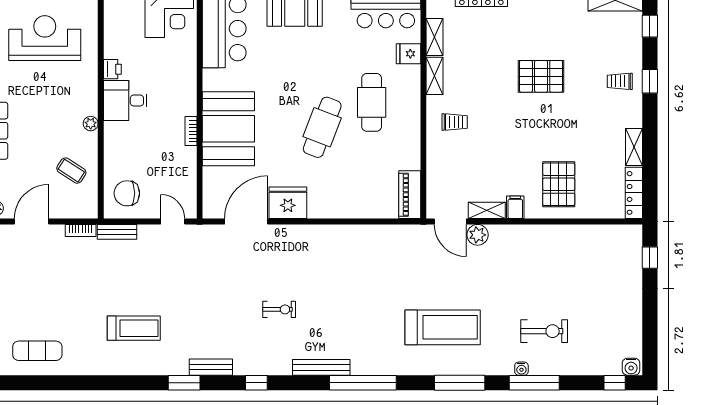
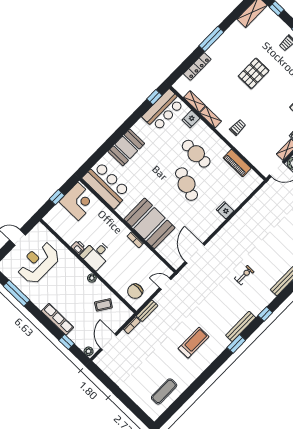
piano: (410, 195) -> (237, 163), moved
fridge: (288, 203) -> (225, 210), moved, width x0.53, depth x0.75
bench: (211, 367) -> (241, 326), width x1.36

